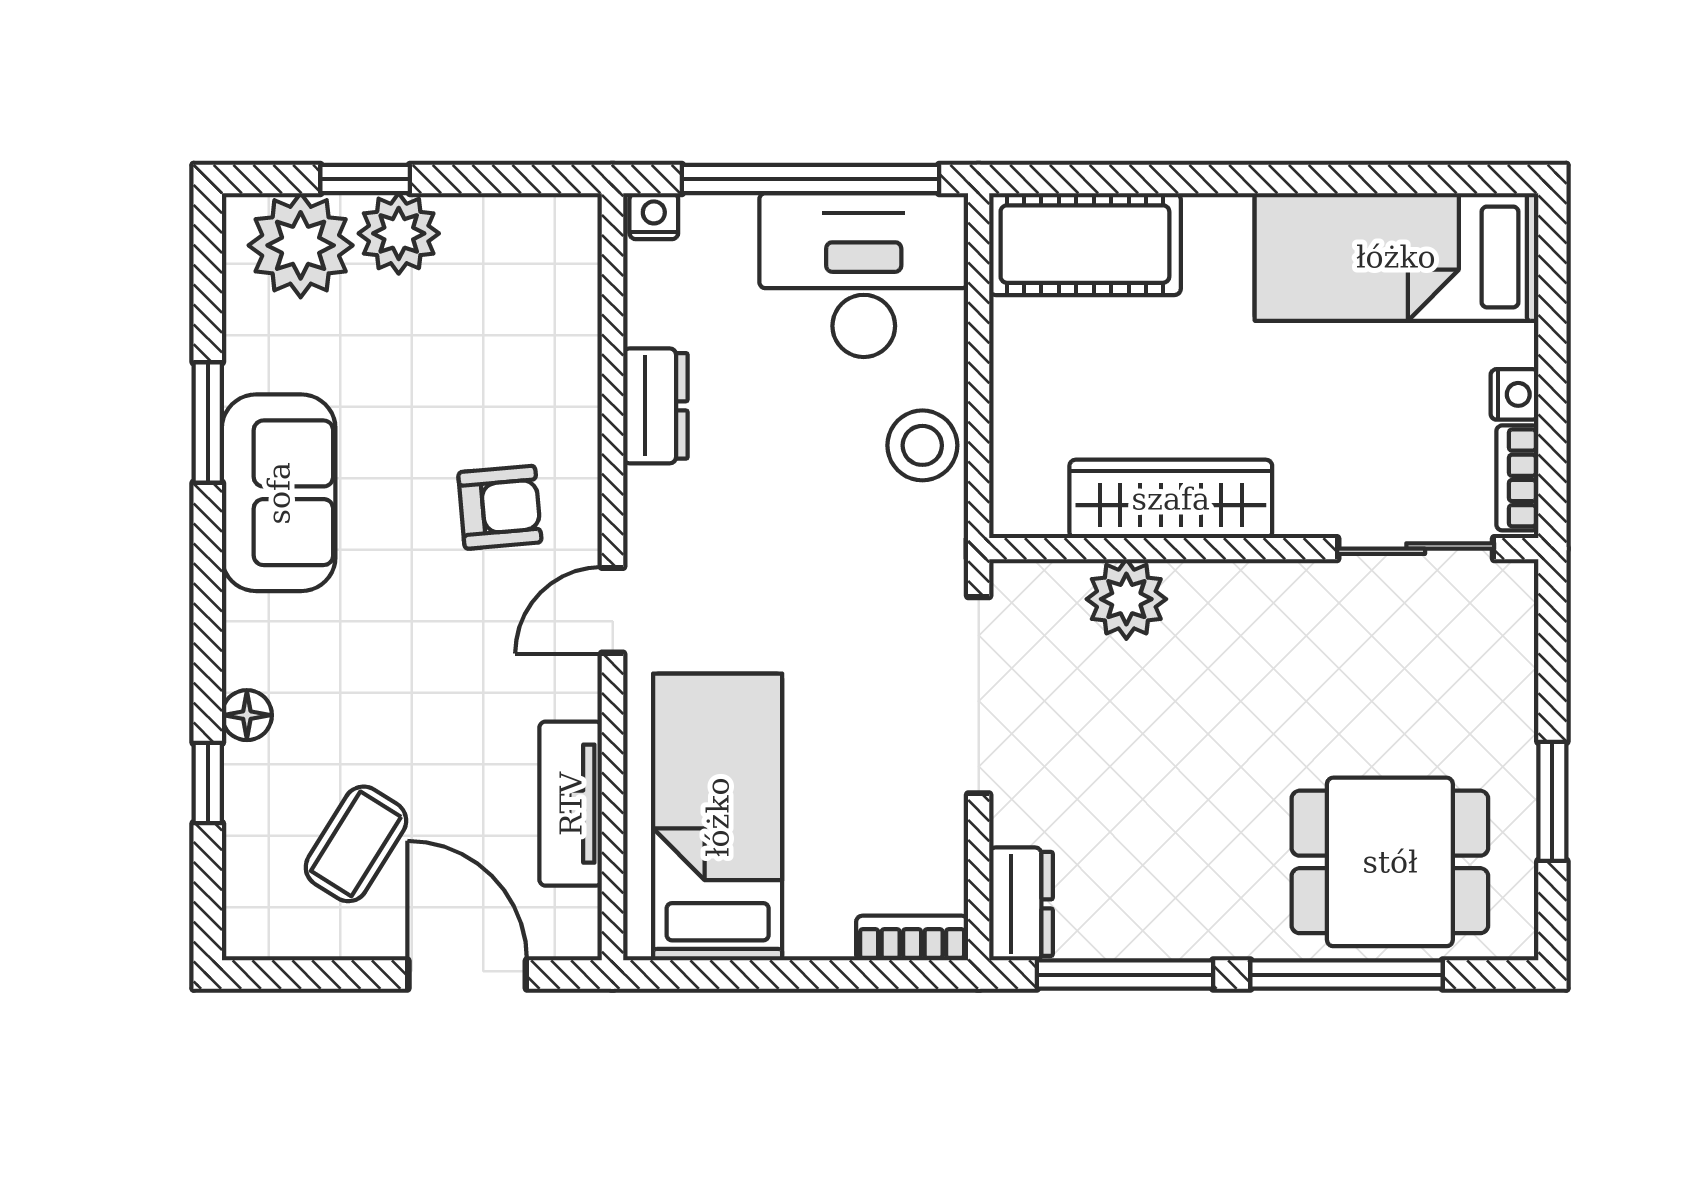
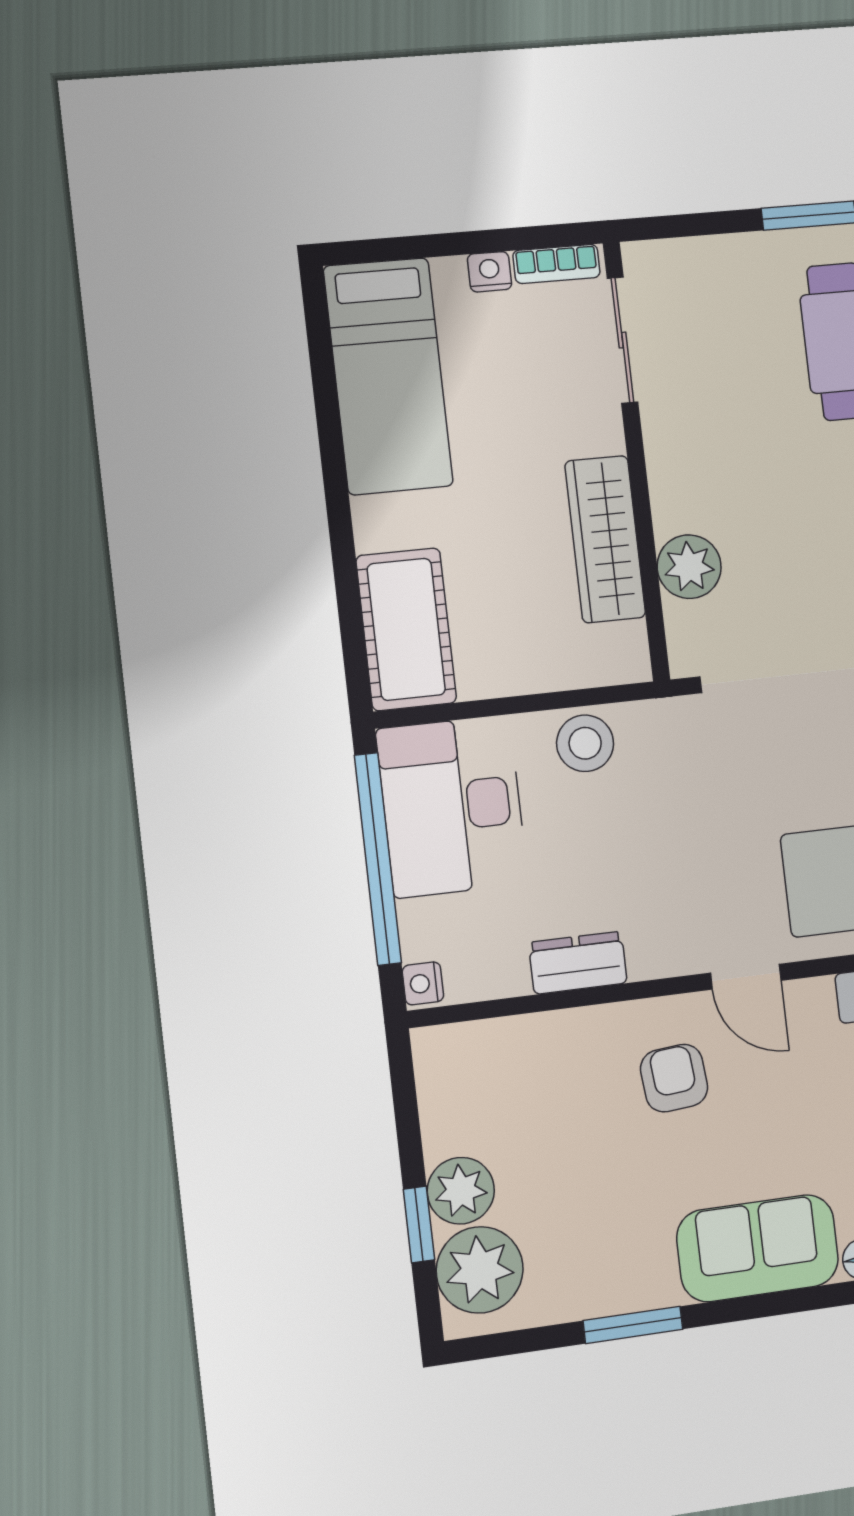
sofa: (279, 493) -> (758, 1248), moved

